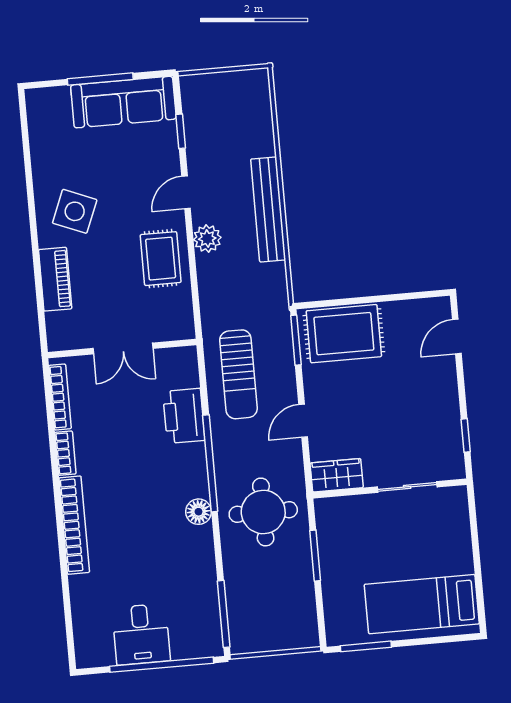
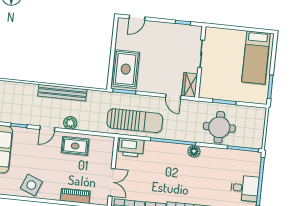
door: (186, 192) -> (47, 129), hinge flipped
side table: (75, 211) -> (31, 185), moved
door: (457, 337) -> (137, 18), hinge flipped
double door: (123, 348) -> (112, 182), moved
sun lounger: (239, 374) -> (135, 121), width x1.36, depth x1.34
printer: (184, 416) -> (131, 147), moved
door: (303, 421) -> (173, 97), moved
round table: (263, 512) -> (219, 127), moved

